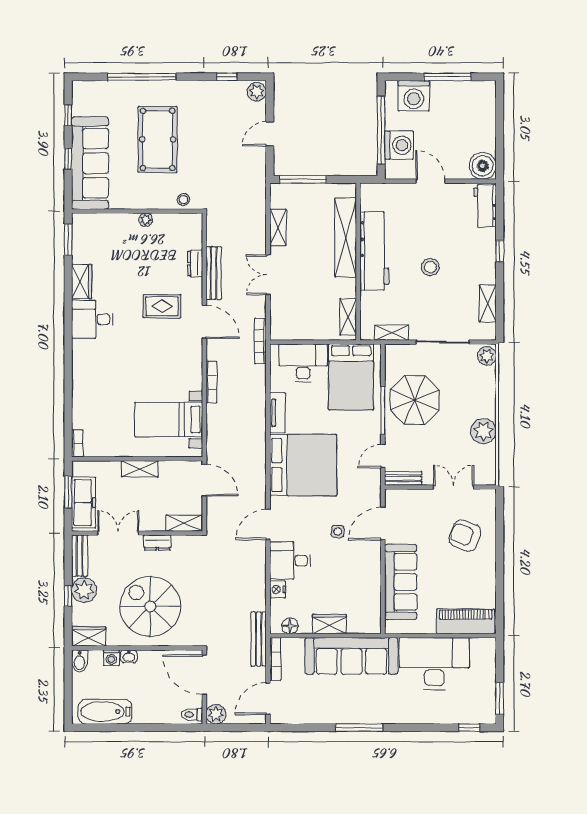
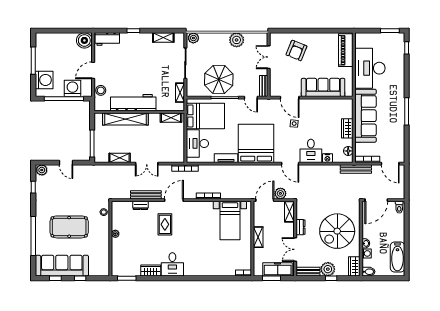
sofa: (90, 163) -> (62, 266), moved
stool: (430, 267) -> (101, 90), moved
plant: (216, 714) -> (280, 193), moved

